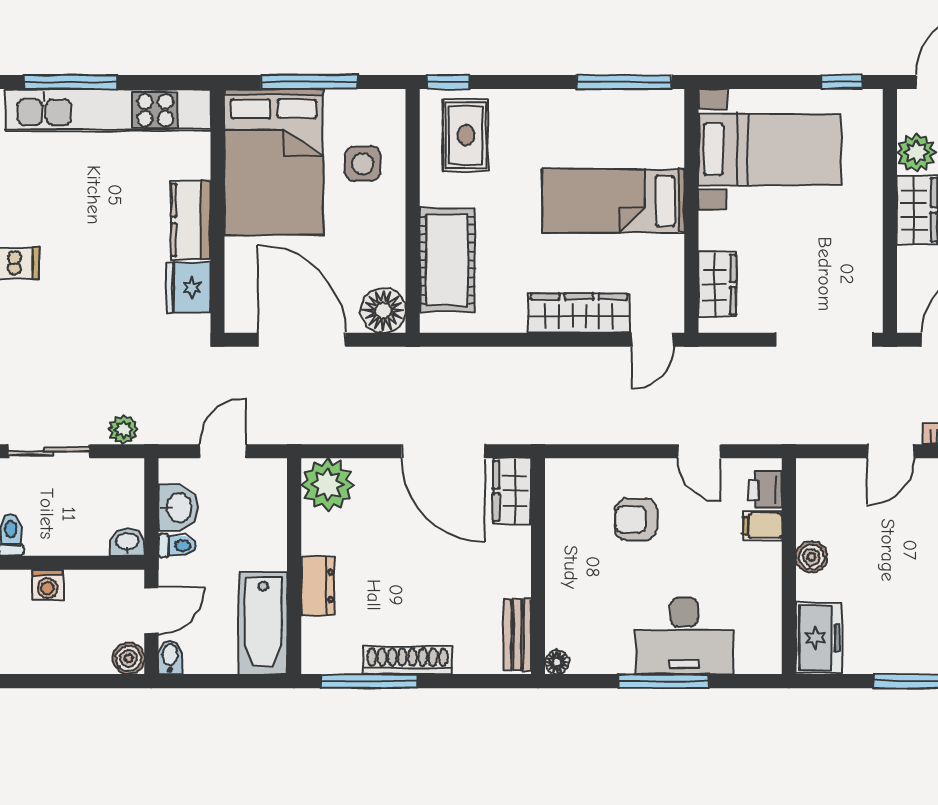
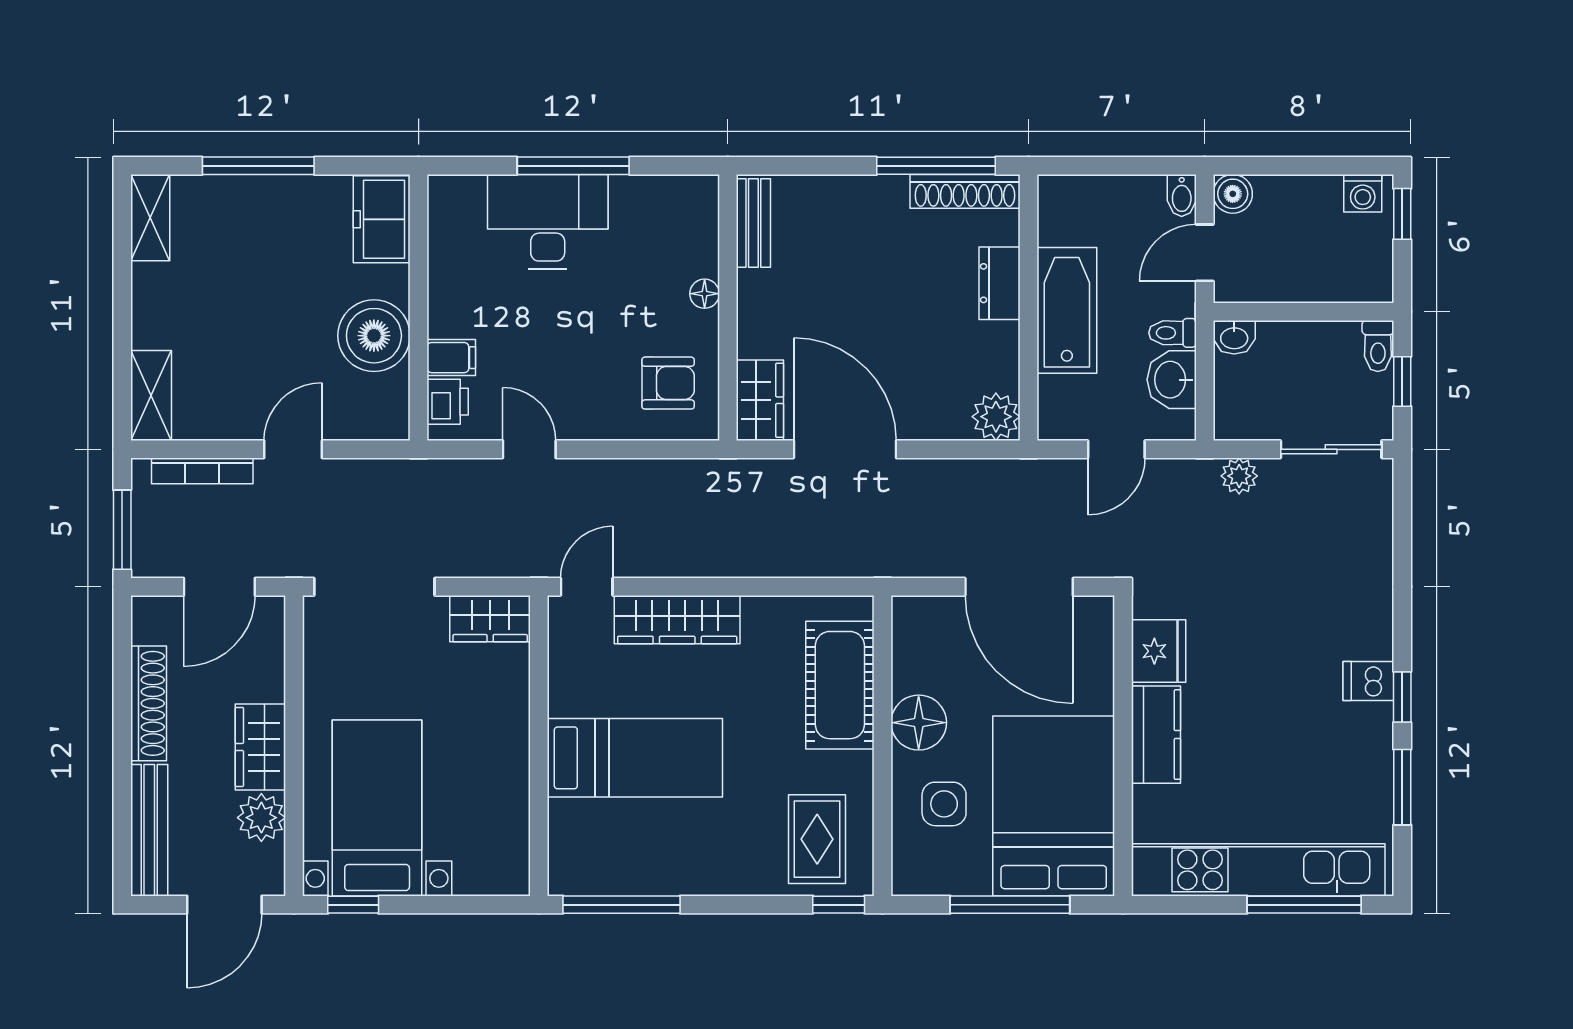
bed with nightstands: (770, 149) -> (377, 808), moved, turned 90
wardrobe: (717, 285) -> (490, 619), moved, turned -90
floor lamp: (383, 310) -> (919, 723), moved
plant: (328, 485) -> (996, 417), width x0.73, depth x0.73
armchair: (636, 519) -> (668, 383), moved
boiler: (811, 557) -> (374, 336), width x1.86, depth x1.86
washing machine: (47, 585) -> (1363, 193), moved, turned 180
bathtub: (263, 623) -> (1067, 310), moved
shoe rack: (408, 660) -> (965, 191), moved
floor lamp: (557, 662) -> (705, 294), moved

